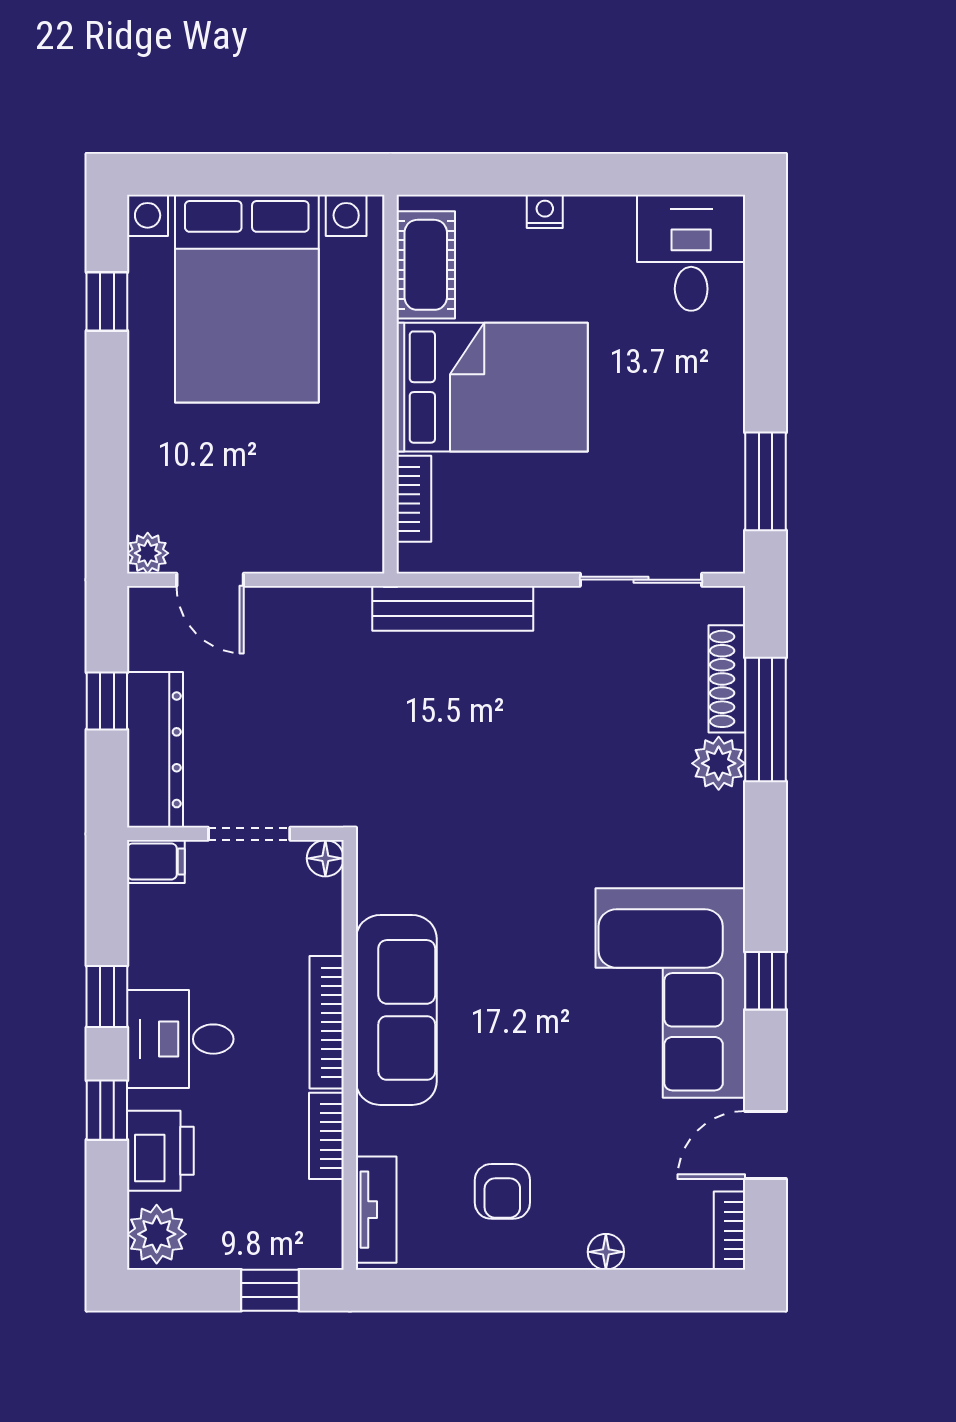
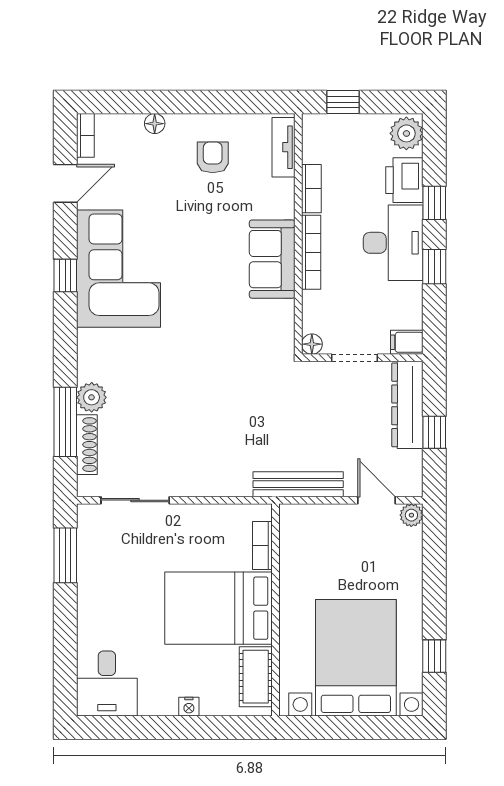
bench: (453, 608) -> (298, 484), moved
sofa: (396, 1010) -> (272, 259), width x0.73
desk: (180, 1039) -> (393, 243), width x1.37

